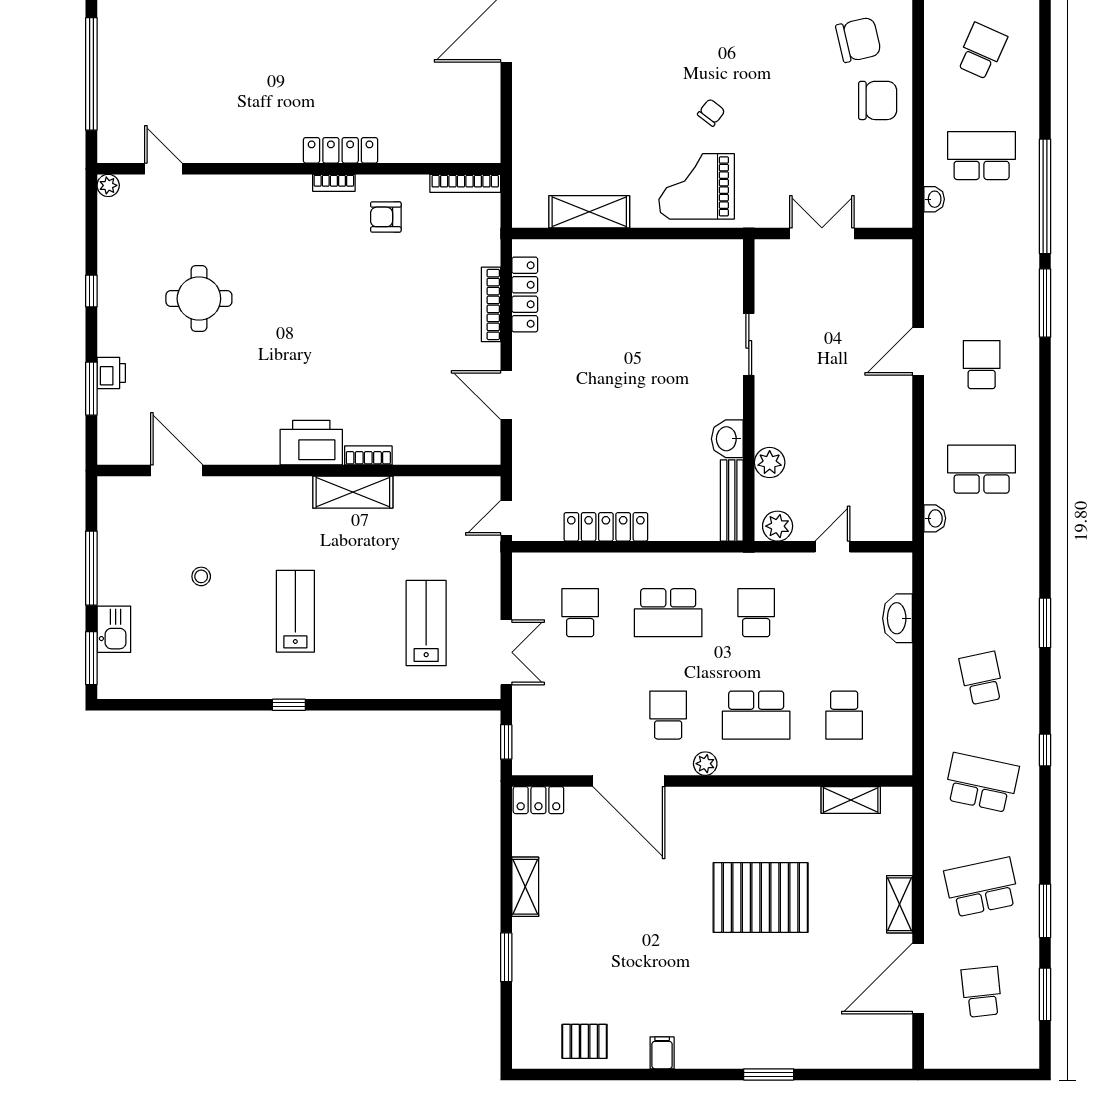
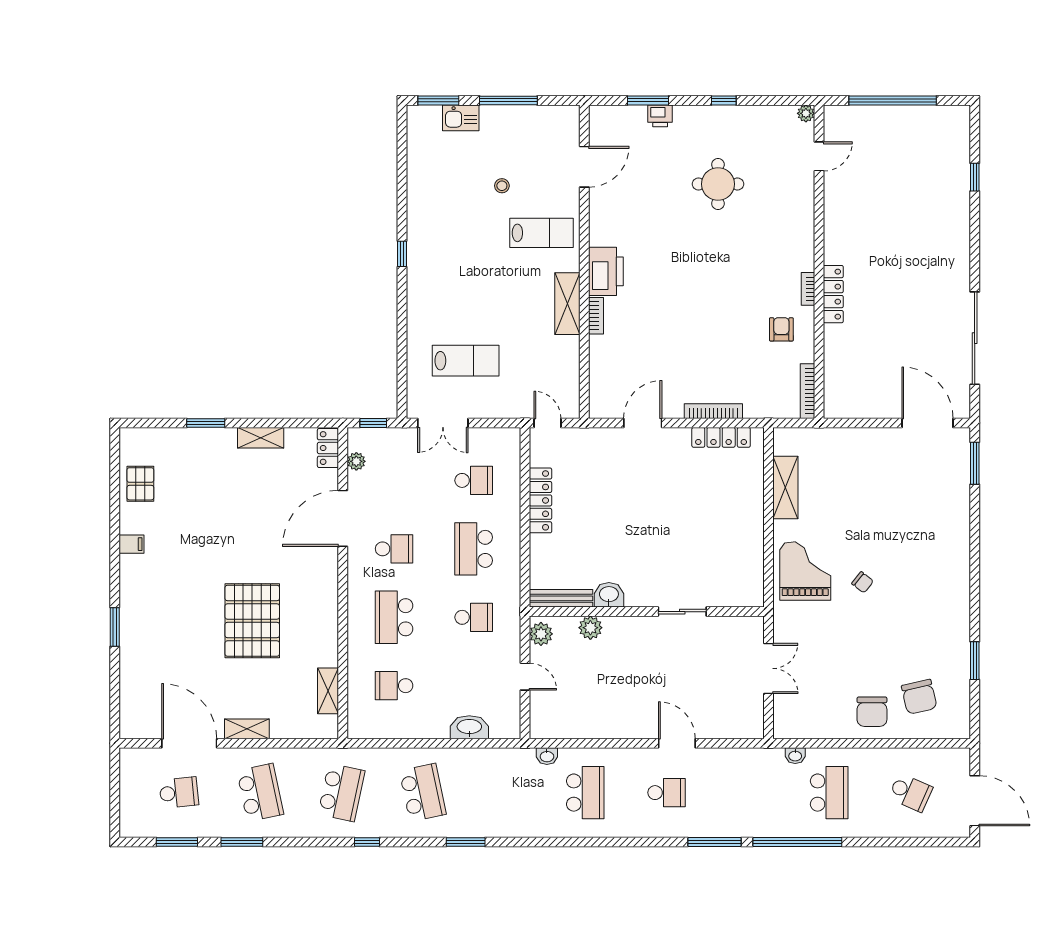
lab bench: (295, 611) -> (542, 233), moved
school desk: (982, 678) -> (423, 793), width x1.85
plant: (705, 764) -> (356, 461), moved

